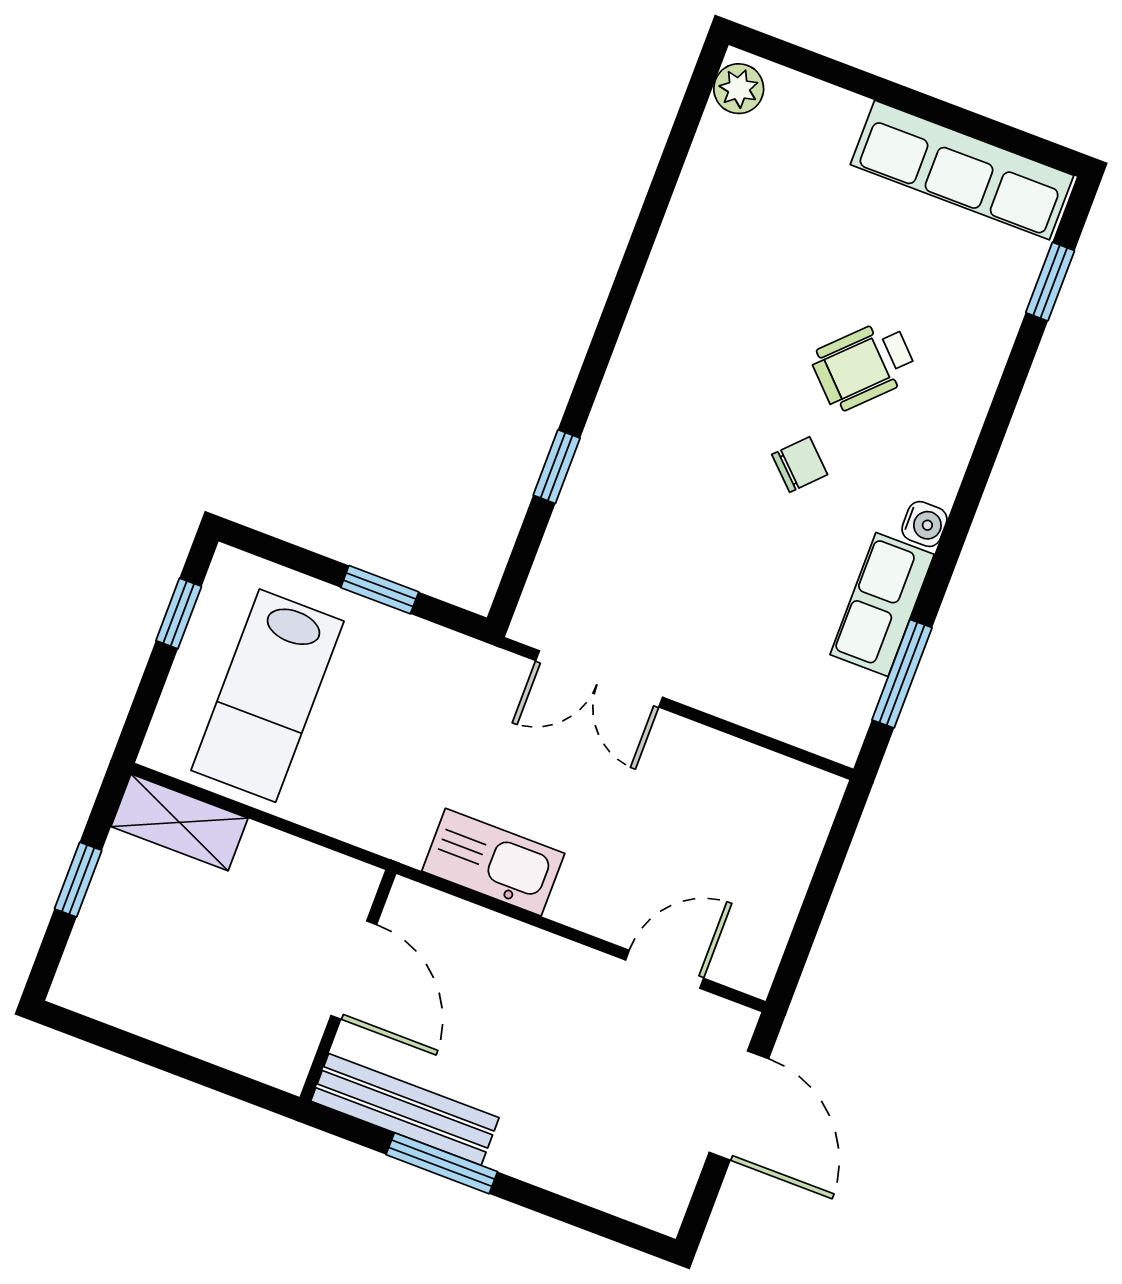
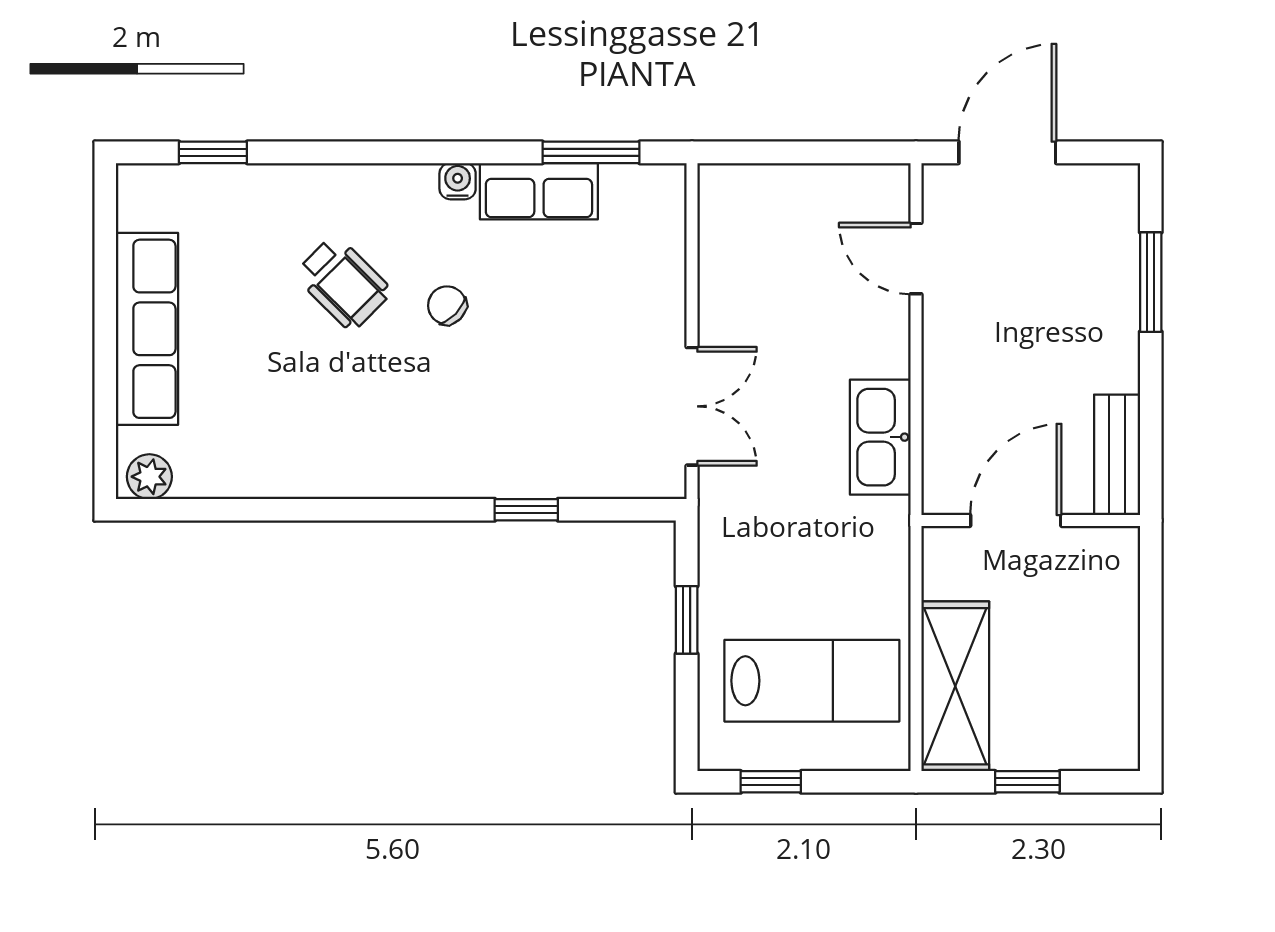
row of seats: (962, 170) -> (147, 329), moved
shelving: (179, 822) -> (955, 686), width x1.50, depth x1.33
bench: (405, 1109) -> (1117, 455), width x0.73
window: (442, 1163) -> (1151, 282), moved

